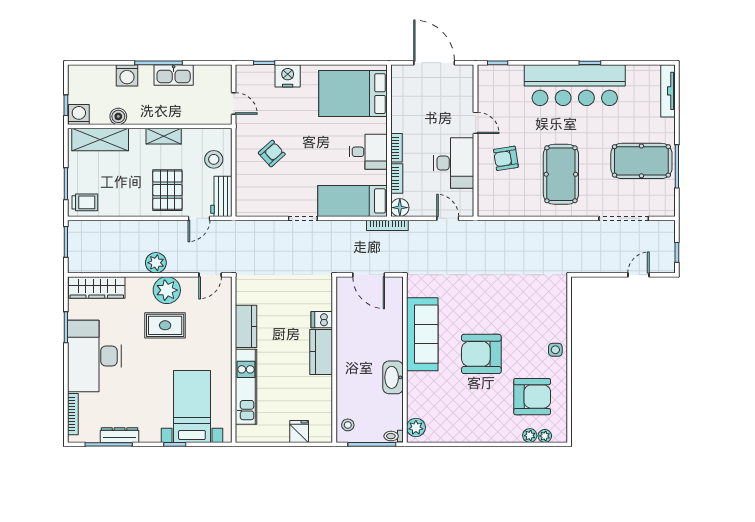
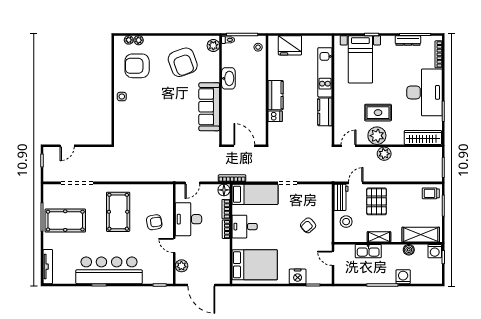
kitchen sink: (174, 75) -> (368, 251), moved, turned 180
plant: (464, 92) -> (181, 266), added
door: (448, 218) -> (192, 183), hinge flipped
armchair: (481, 354) -> (183, 62), moved, turned 70
fridge: (299, 431) -> (290, 45), width x1.88, depth x1.34

